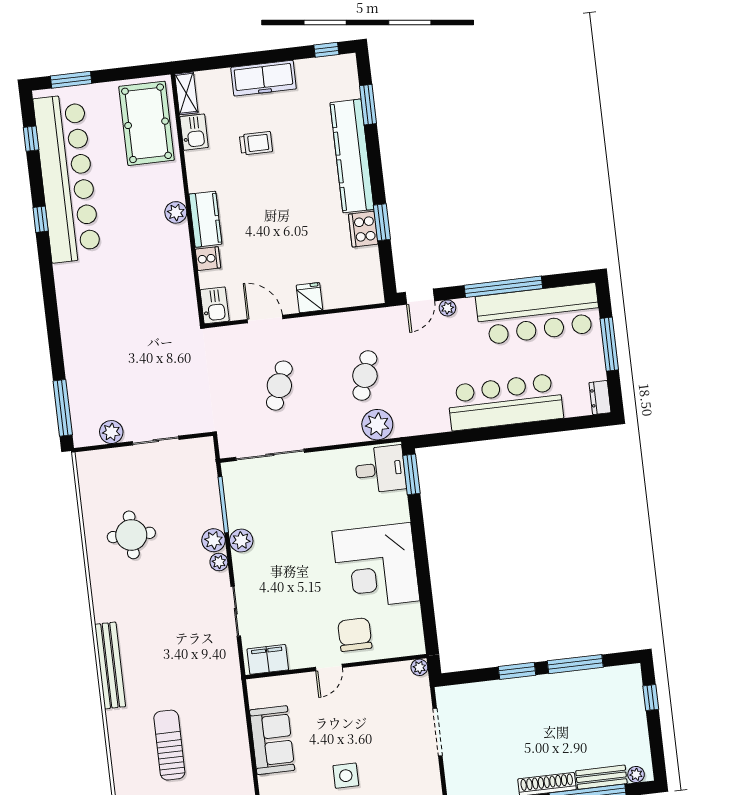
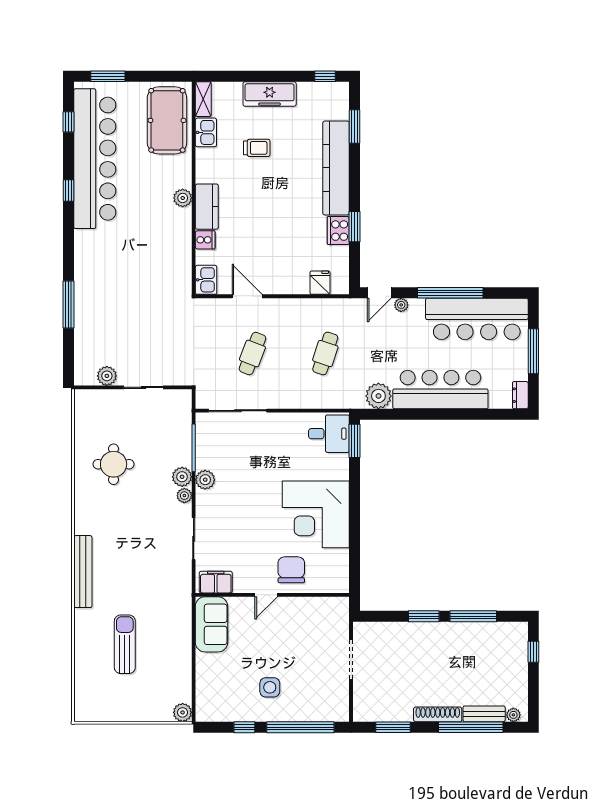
fridge: (309, 298) -> (320, 283), moved
window: (63, 408) -> (69, 304), moved
plant: (377, 425) -> (378, 396), moved
plant: (419, 667) -> (342, 604), removed
sofa: (272, 740) -> (211, 624), moved

